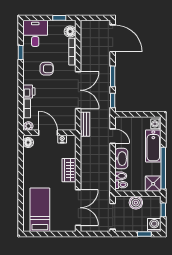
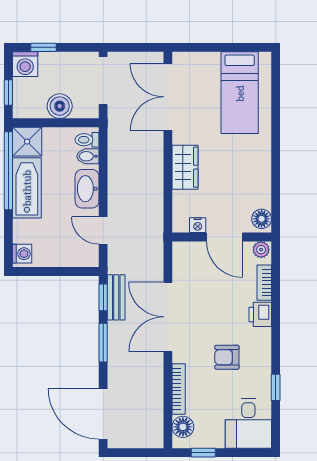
bench: (85, 124) -> (116, 297), moved
bathtub: (153, 146) -> (27, 188), moved

